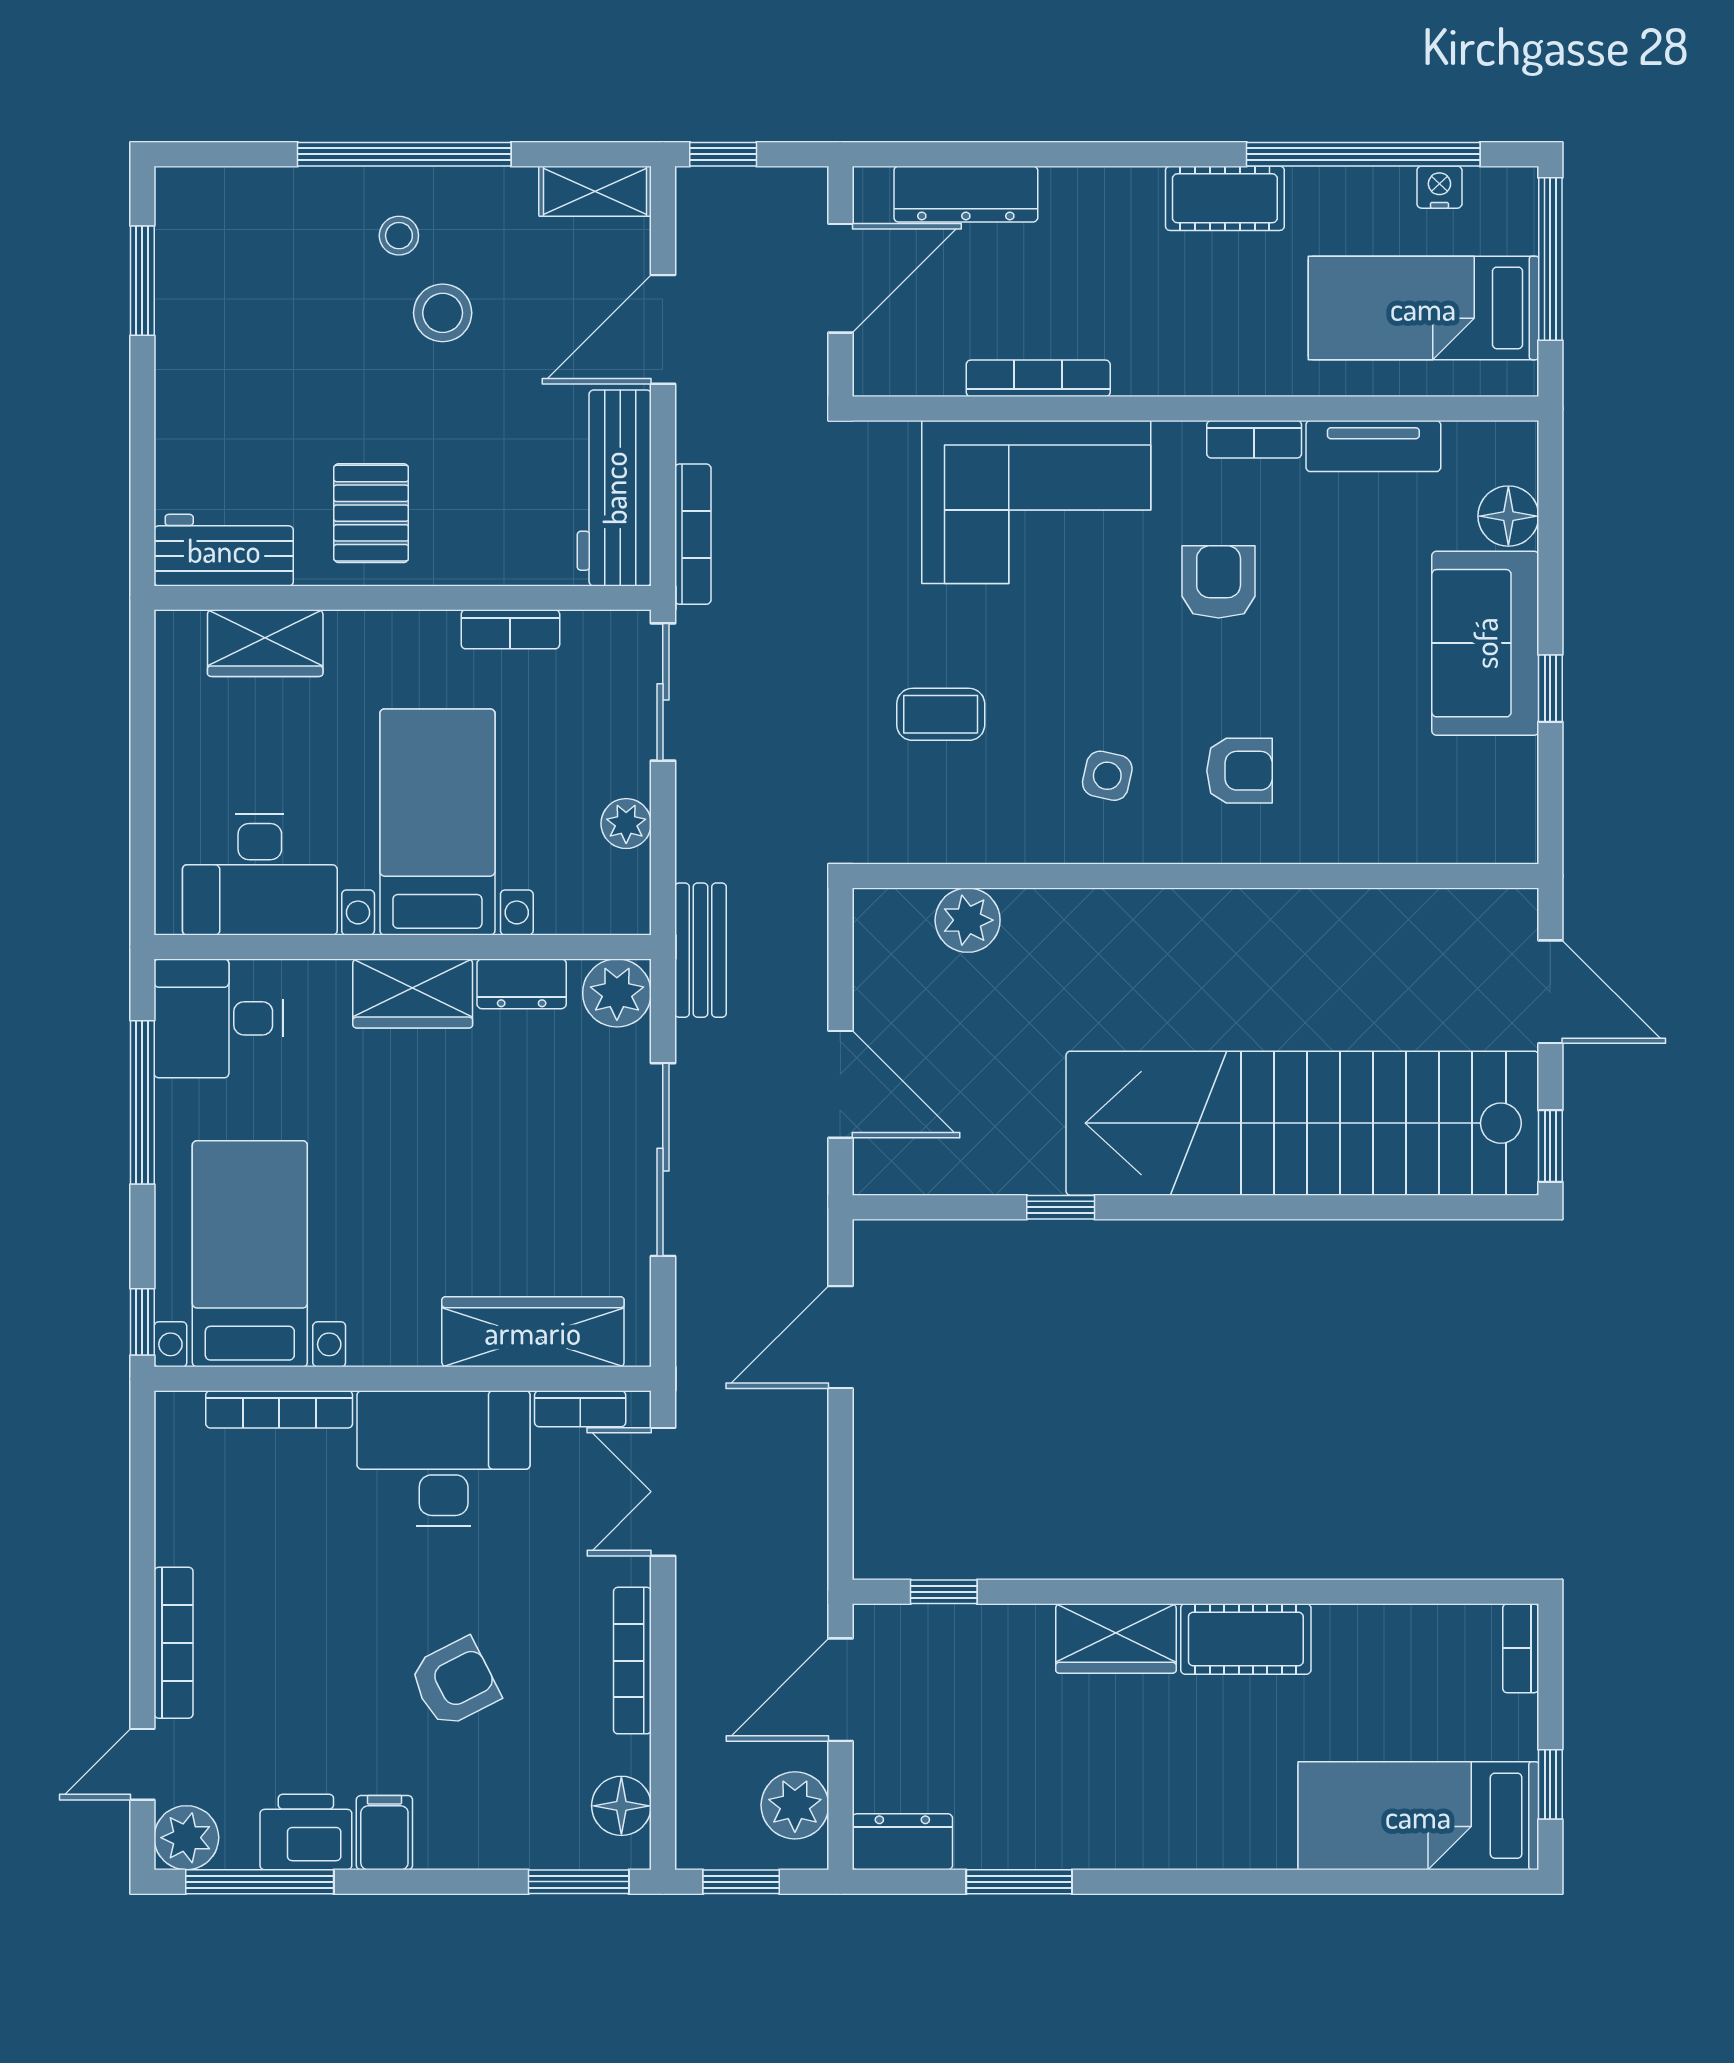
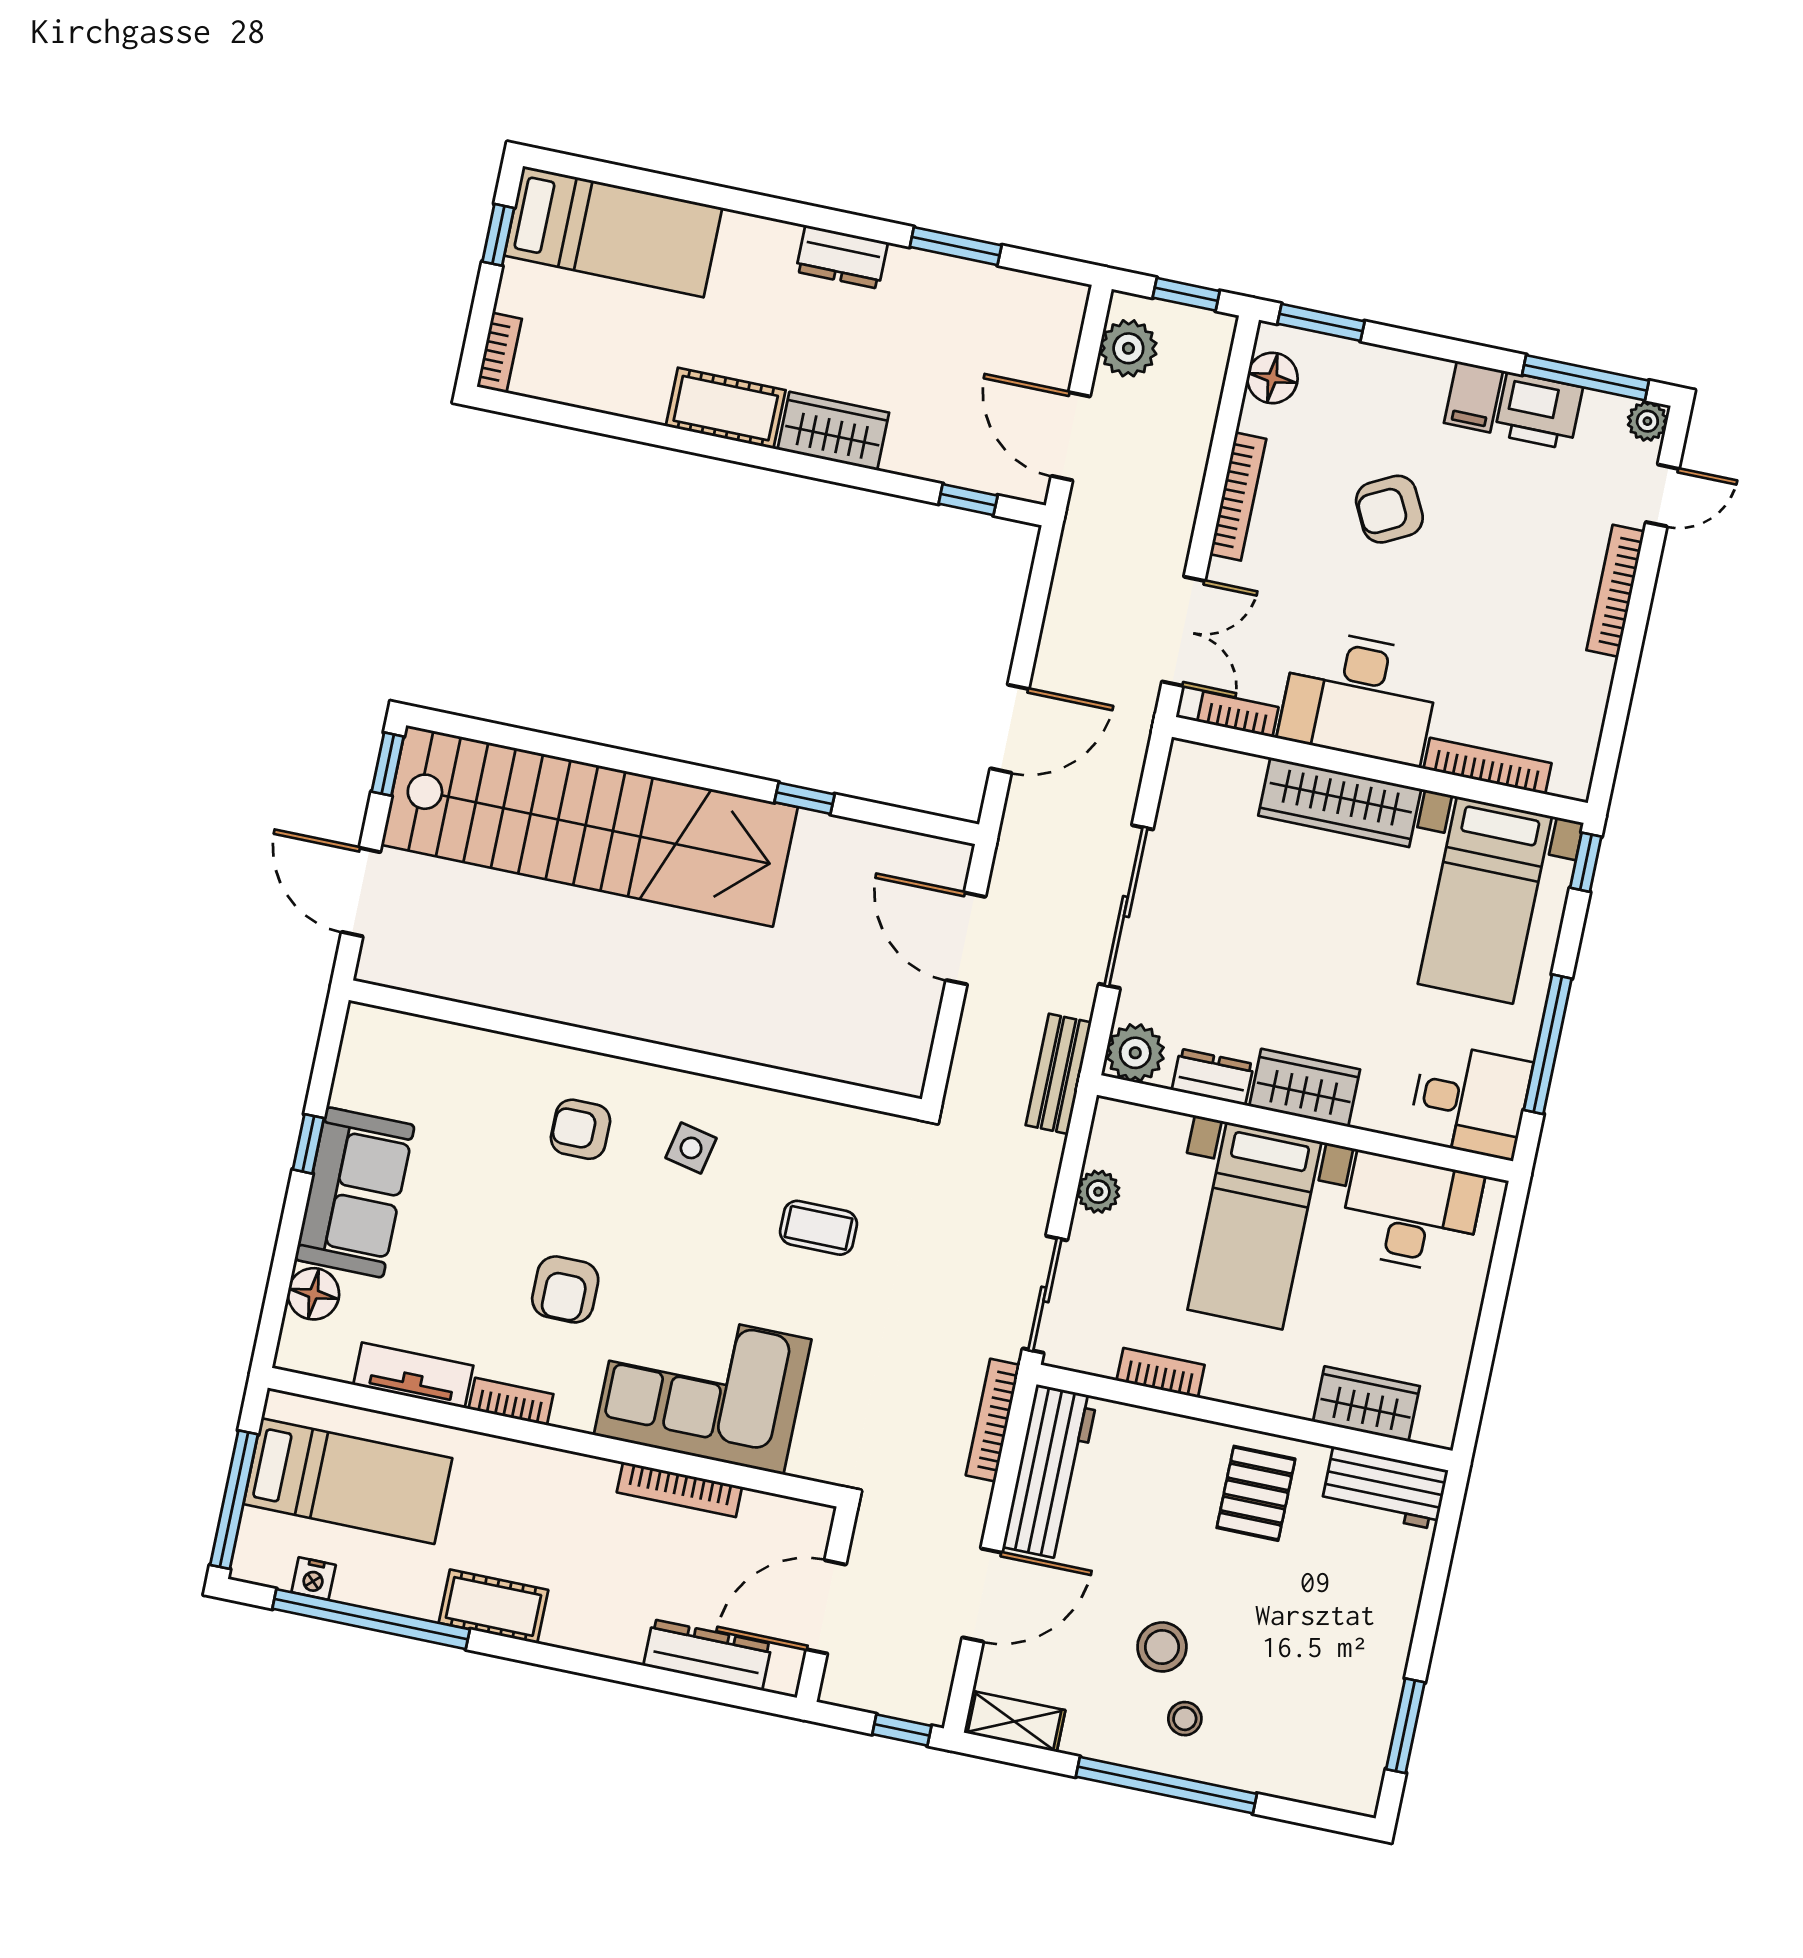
plant: (968, 920) -> (832, 1052), removed
wardrobe: (533, 1332) -> (1340, 802), moved
door: (840, 1690) -> (1071, 436), swing flipped
plant: (186, 1838) -> (1647, 421), width x0.73, depth x0.73
dresser: (902, 1842) -> (842, 257), moved

